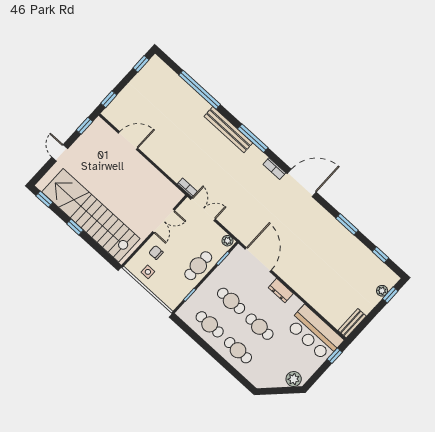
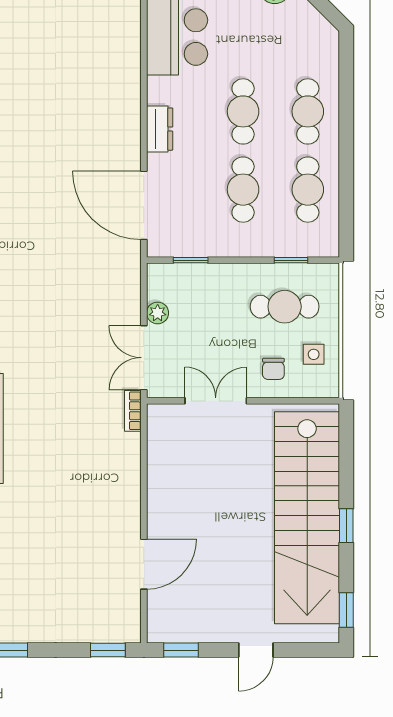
door: (128, 141) -> (144, 564), swing flipped
plant: (227, 241) -> (158, 313), moved
door: (258, 260) -> (144, 205), hinge flipped
cafe table: (198, 266) -> (285, 307), moved

